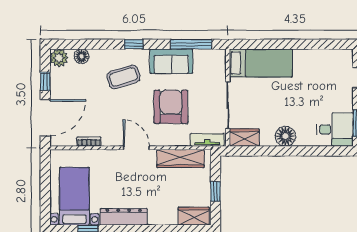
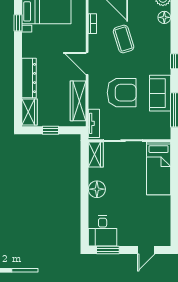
coffee table: (123, 77) -> (124, 39), moved
door: (136, 148) -> (87, 64), swing flipped
dresser: (124, 217) -> (29, 78), moved

